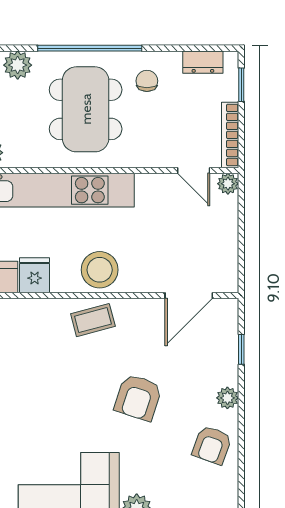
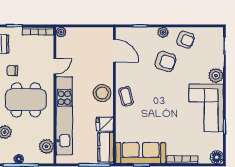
door: (194, 170) -> (55, 66), moved
armchair: (138, 397) -> (165, 61), moved

